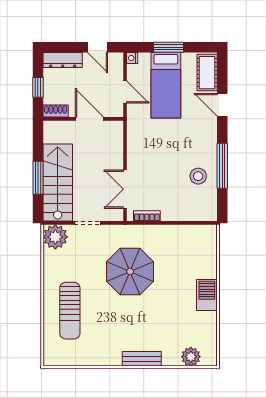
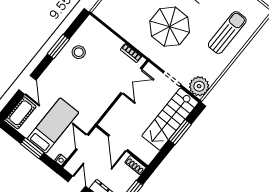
window: (222, 166) -> (58, 47), width x0.69

